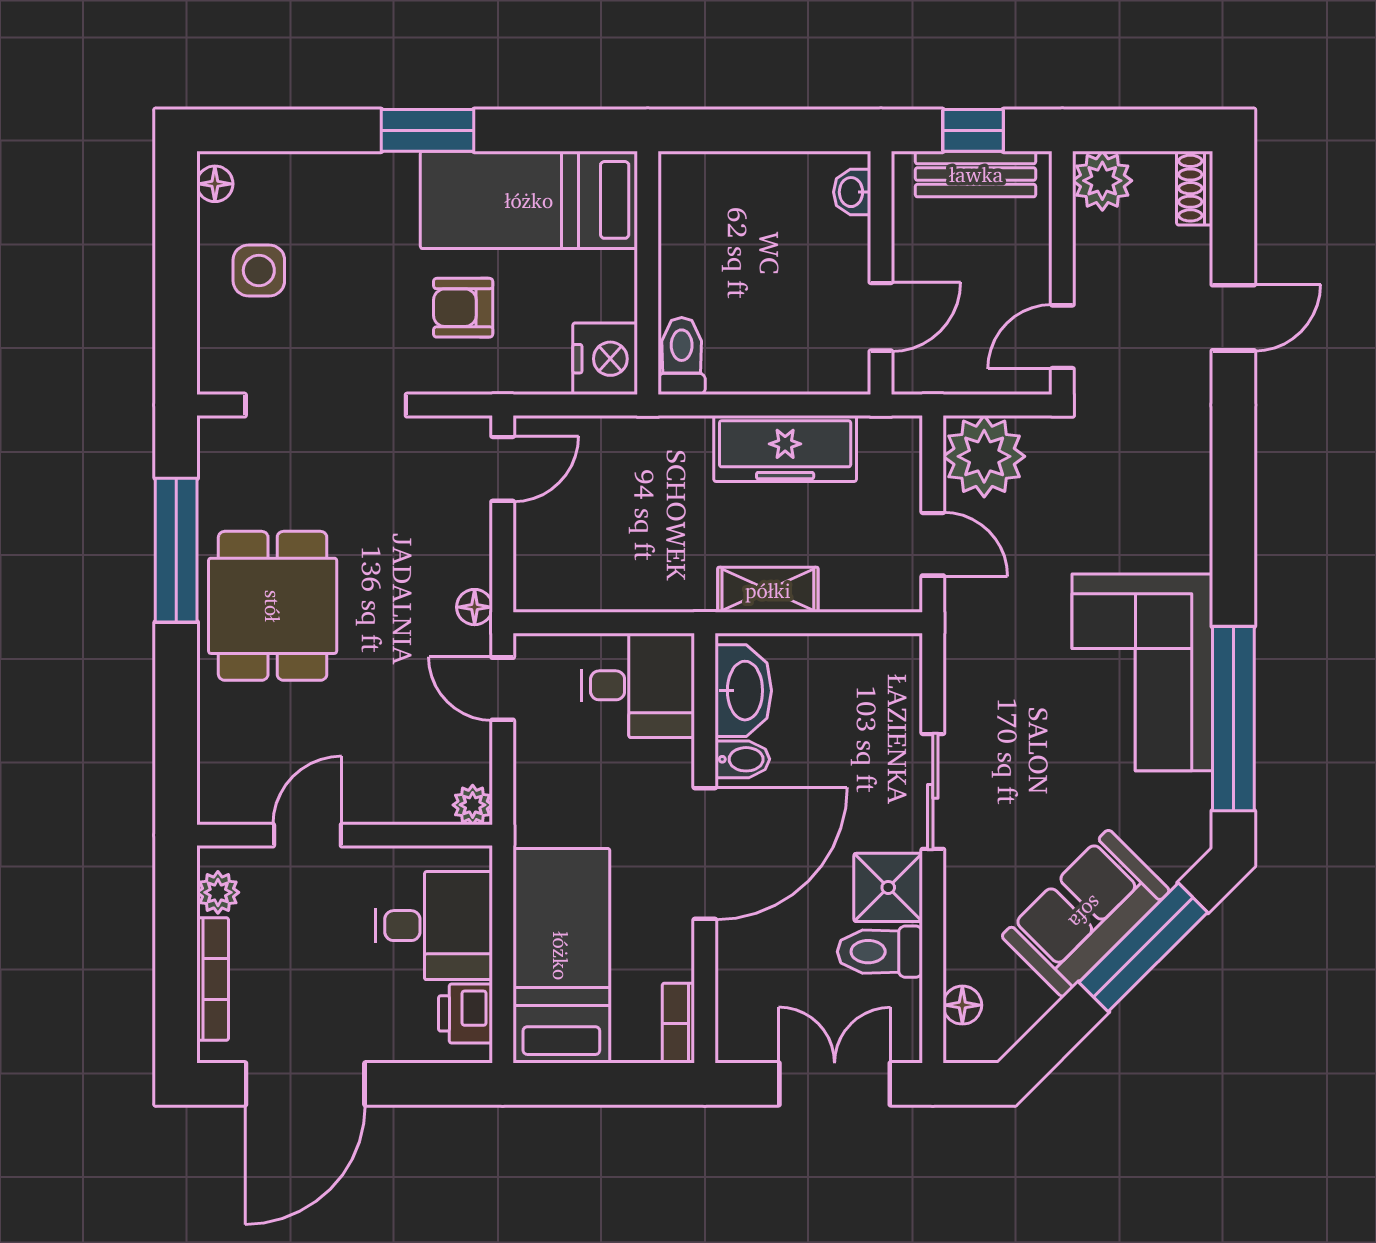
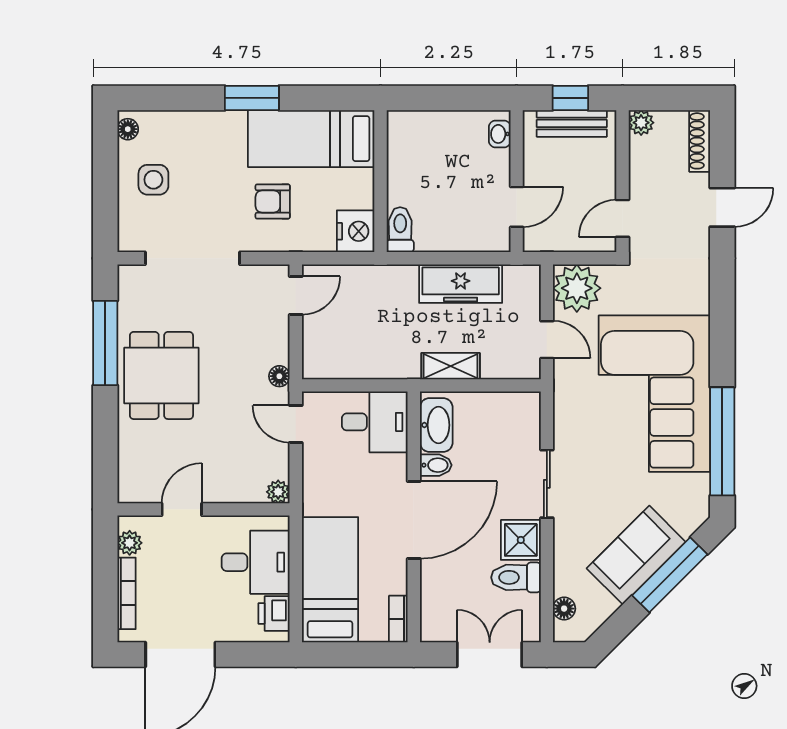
plant: (1102, 181) -> (641, 123), width x0.73, depth x0.73
shoe rack: (1195, 188) -> (700, 141), width x1.43
corner sofa: (1142, 672) -> (654, 394), width x1.36, depth x1.36

